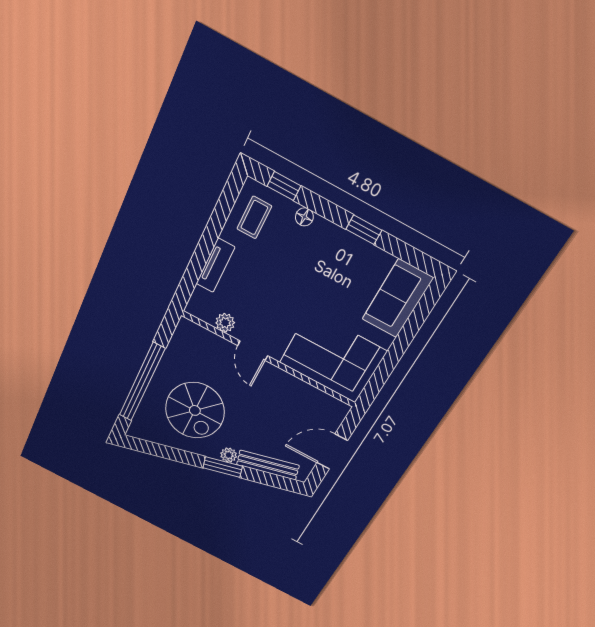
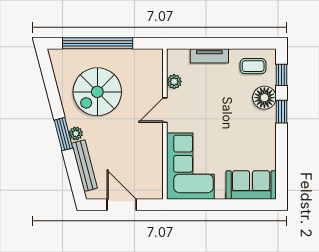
floor lamp: (304, 217) -> (264, 98), width x1.89, depth x1.89
window: (364, 230) -> (281, 112), moved

